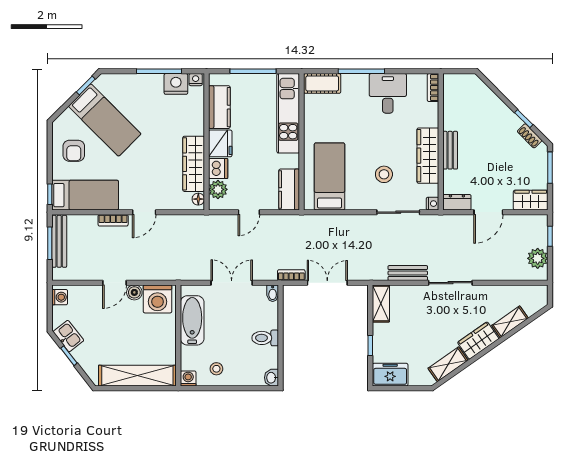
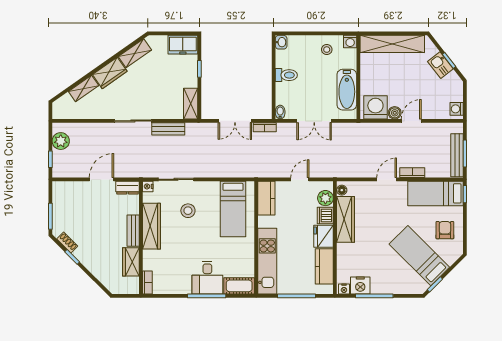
desk: (388, 93) -> (207, 278), moved
wardrobe: (531, 200) -> (131, 262), moved, turned 90
kitchen sink: (68, 336) -> (440, 65), moved

